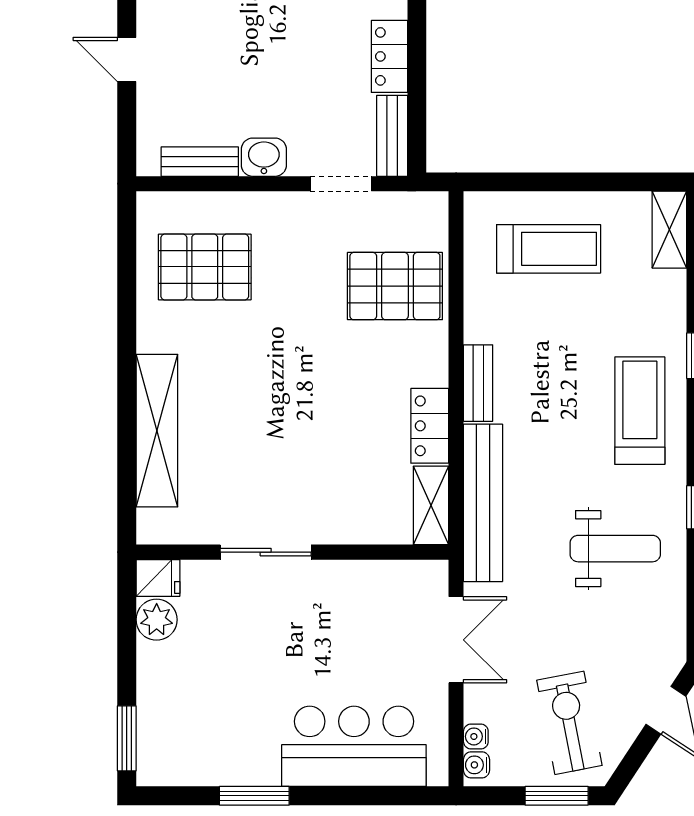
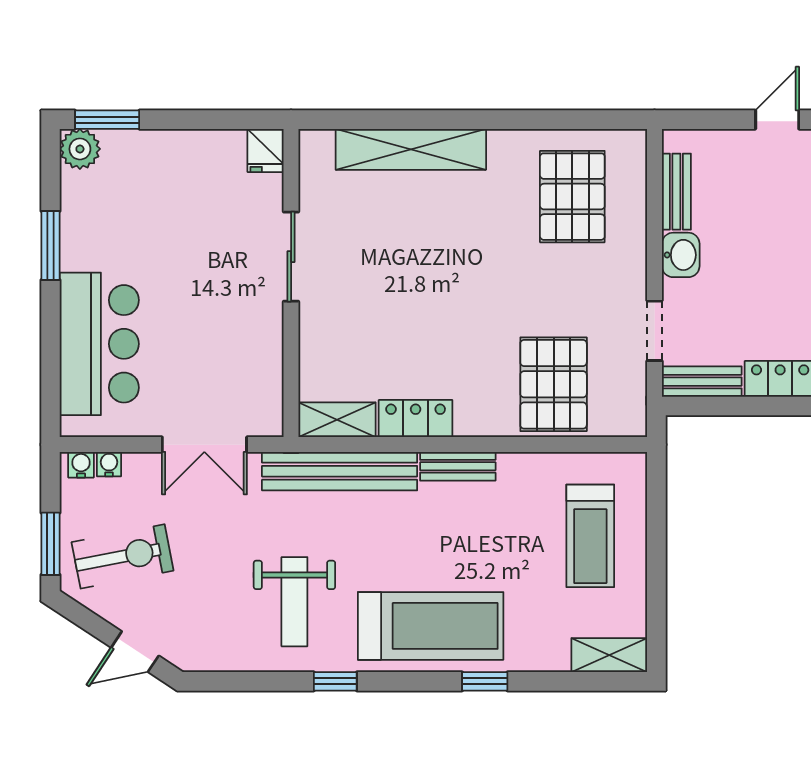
treadmill: (640, 411) -> (431, 626), width x1.37, depth x1.38
plant: (157, 620) -> (80, 149), moved

